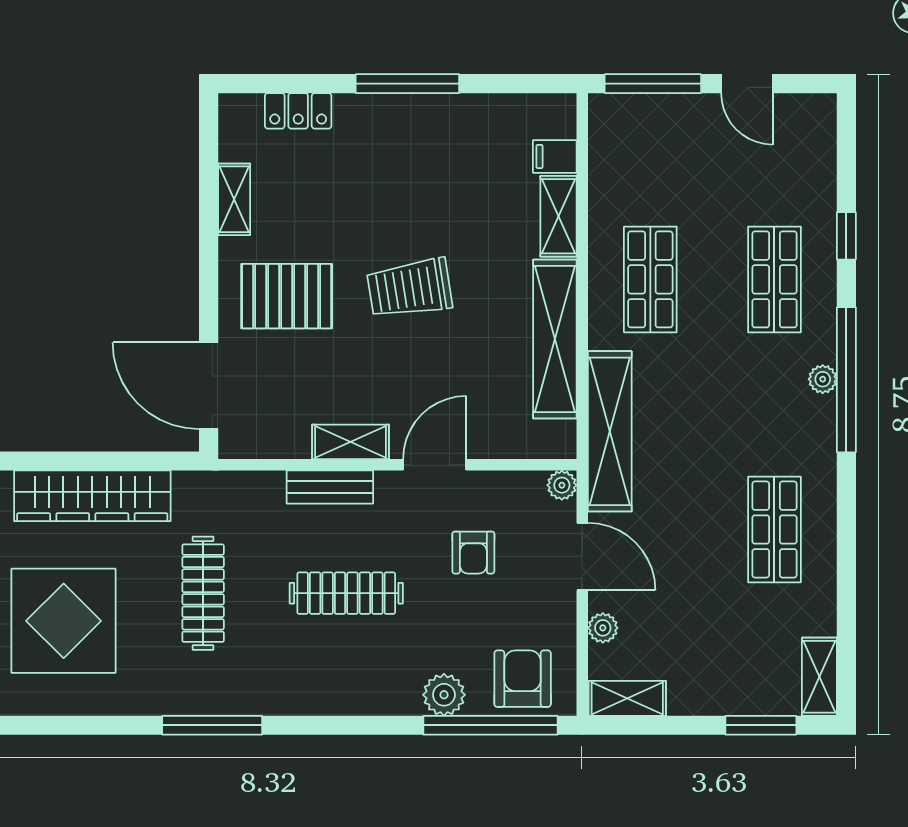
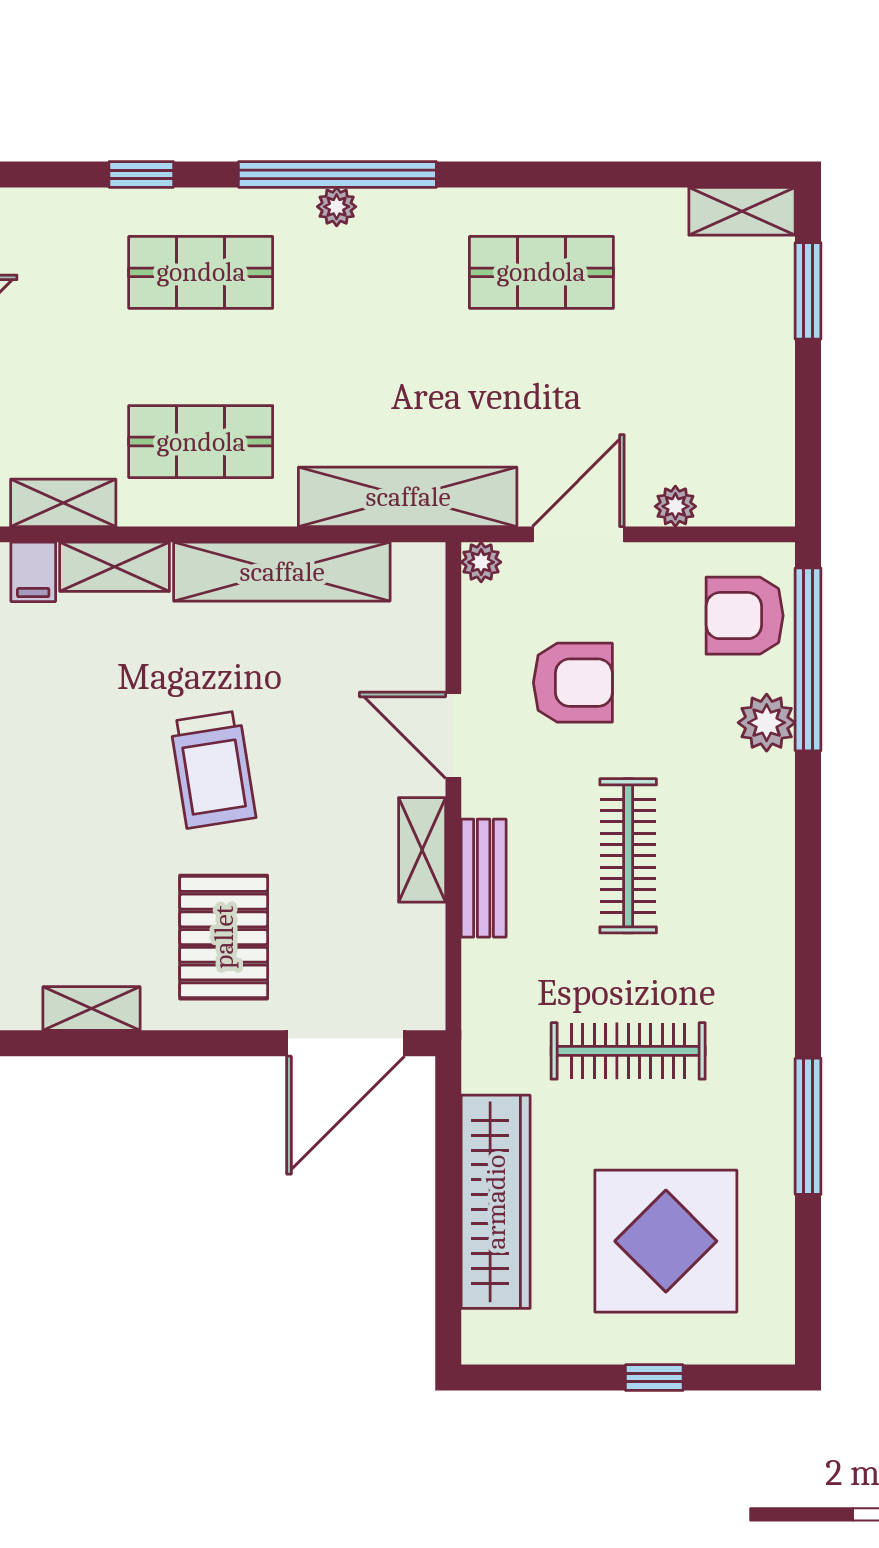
armchair: (473, 553) -> (573, 683), width x1.38, depth x1.38
shelving: (627, 698) -> (63, 503), moved, turned 90
window: (212, 725) -> (808, 1126), moved

